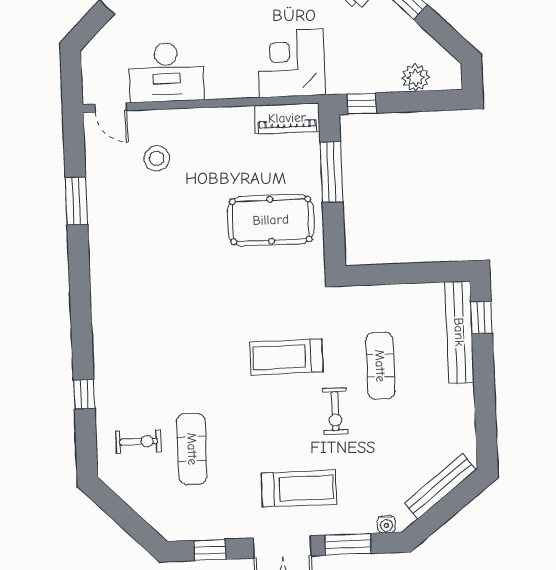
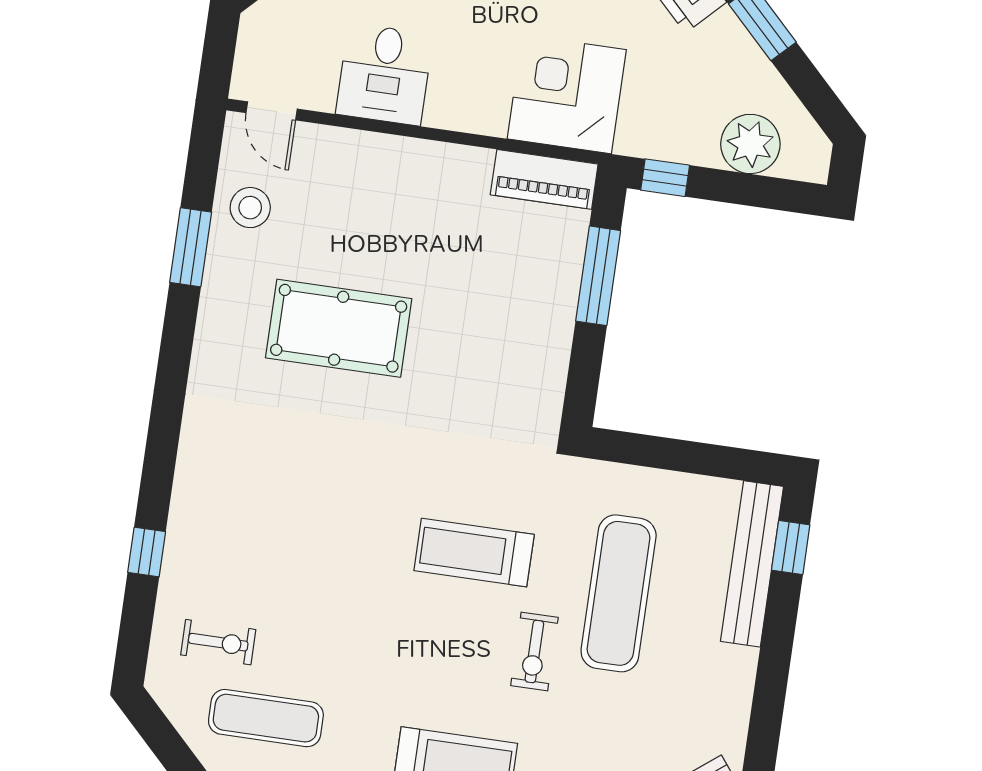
desk: (166, 72) -> (384, 74), width x0.73
plant: (416, 78) -> (750, 144), width x1.36, depth x1.36
stool: (157, 158) -> (250, 208), moved
pool table: (271, 220) -> (339, 328), moved
exercise mat: (380, 366) -> (619, 593), width x1.36, depth x1.45
exercise mat: (192, 449) -> (266, 718), moved, turned 90

